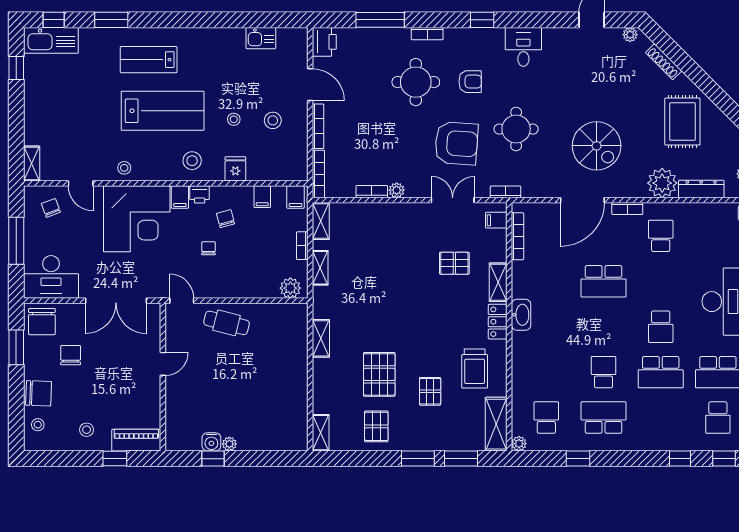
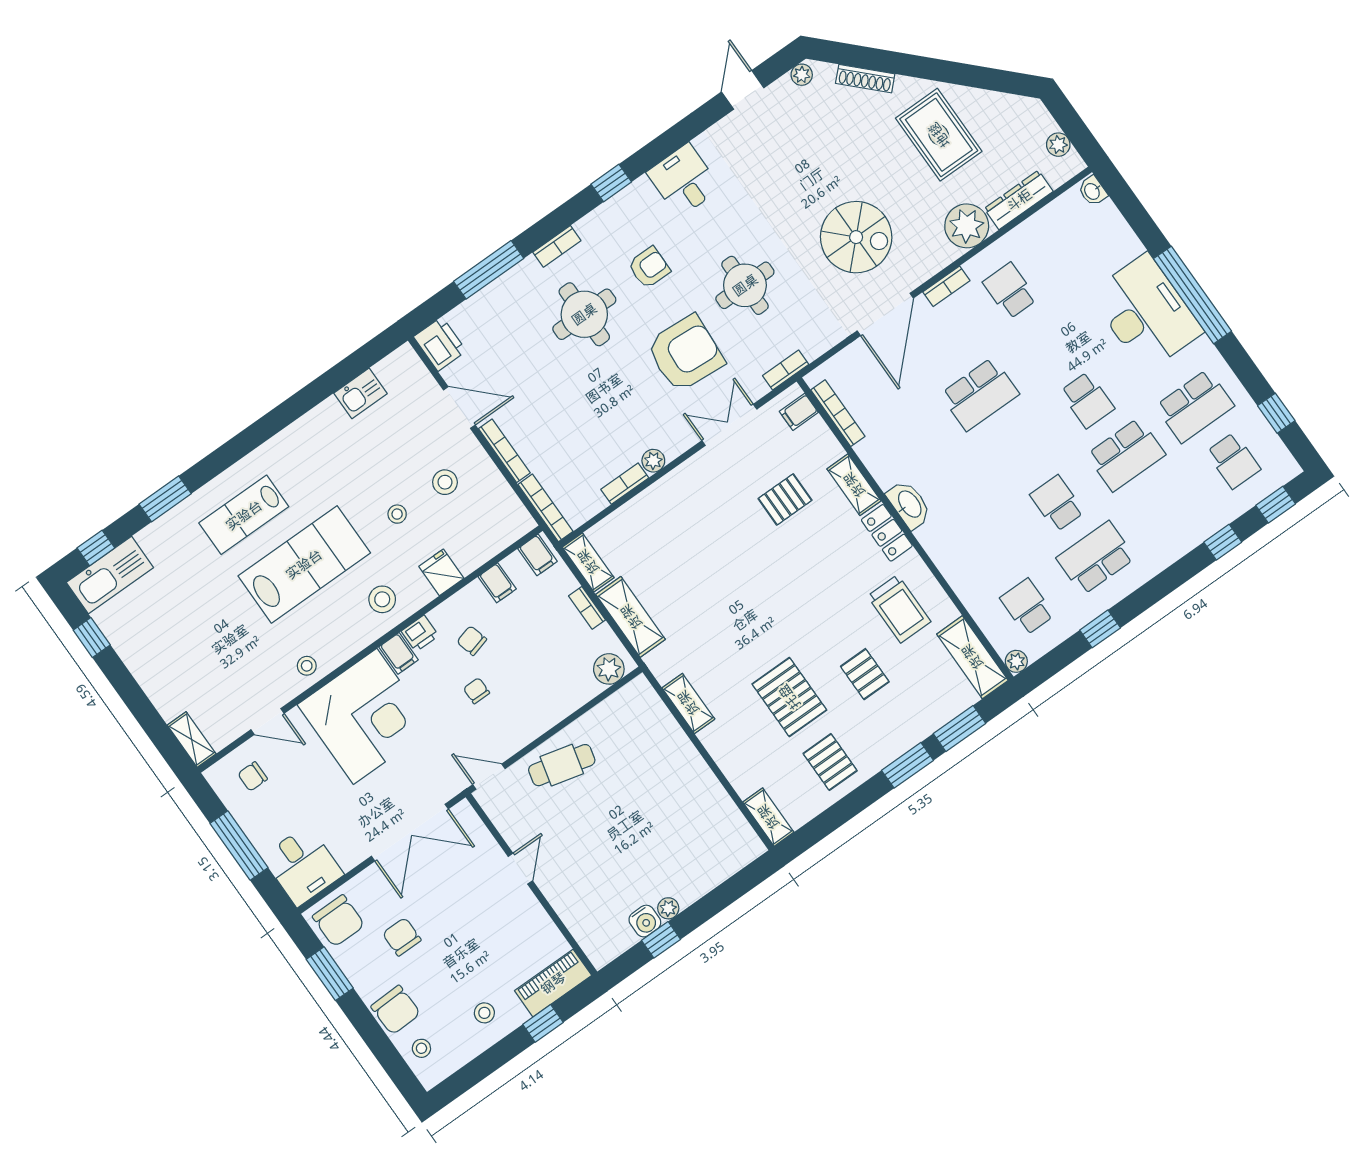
chair: (51, 208) -> (253, 776), turned -69
shelving: (320, 268) -> (631, 617), width x1.50, depth x1.33
desk: (51, 277) -> (303, 866), width x0.73
chair: (39, 393) -> (396, 1010), turned 86

